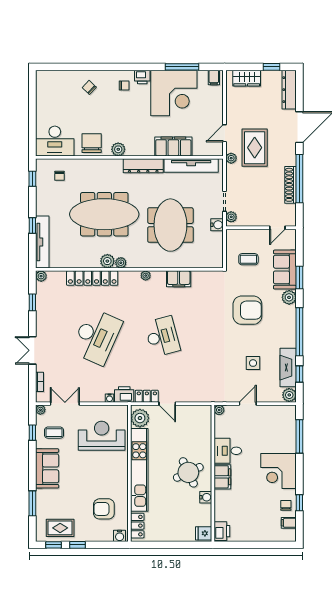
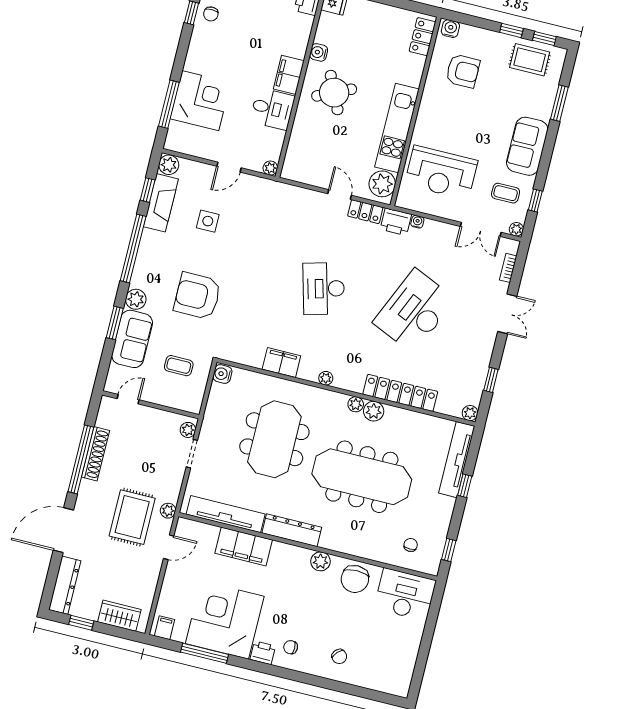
water cooler: (217, 225) -> (222, 374), moved
kitchen unit: (139, 470) -> (397, 128), width x0.73
corner desk: (279, 471) -> (200, 101), moved

